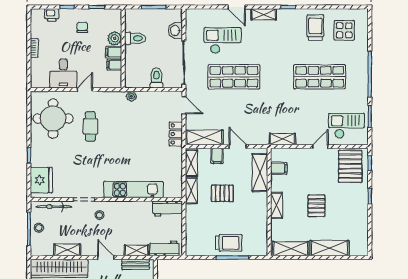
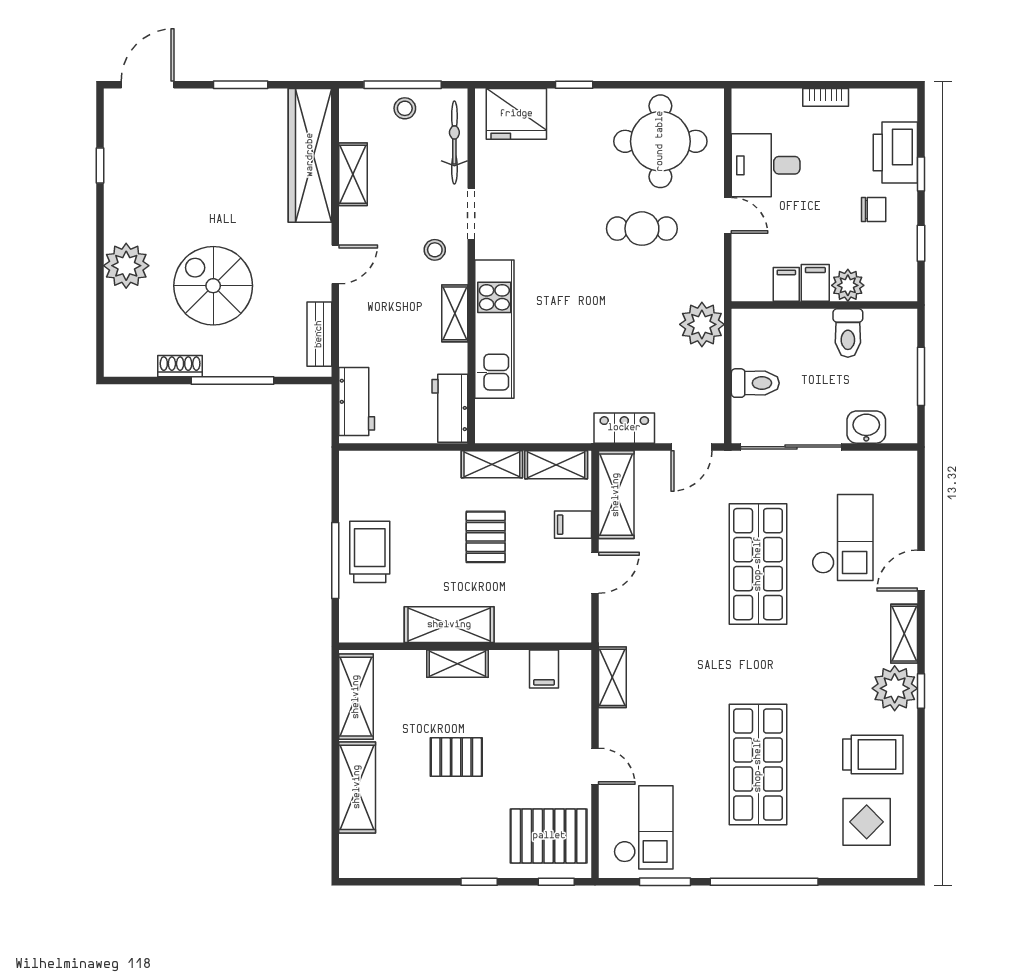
printer: (52, 15) -> (895, 153), width x1.87, depth x1.48
plant: (287, 18) -> (895, 688), added
plant: (131, 96) -> (702, 324), width x1.88, depth x1.88
shelving: (260, 173) -> (449, 625), moved
trolley: (229, 243) -> (370, 552), turned 180
shelving: (137, 251) -> (455, 313), moved

